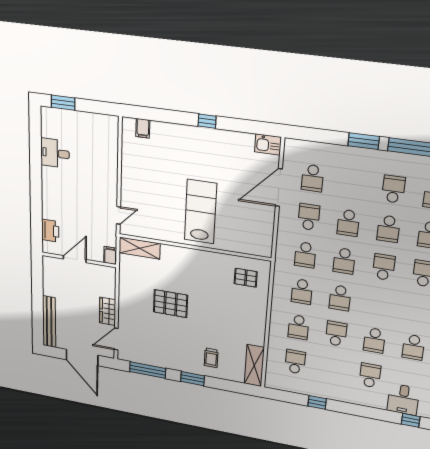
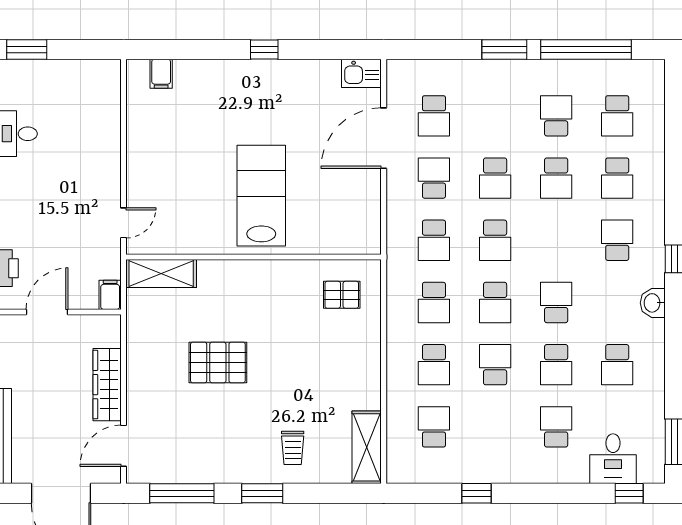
school desk: (384, 267) -> (556, 302), moved
wardrobe: (108, 311) -> (107, 385), width x1.50

